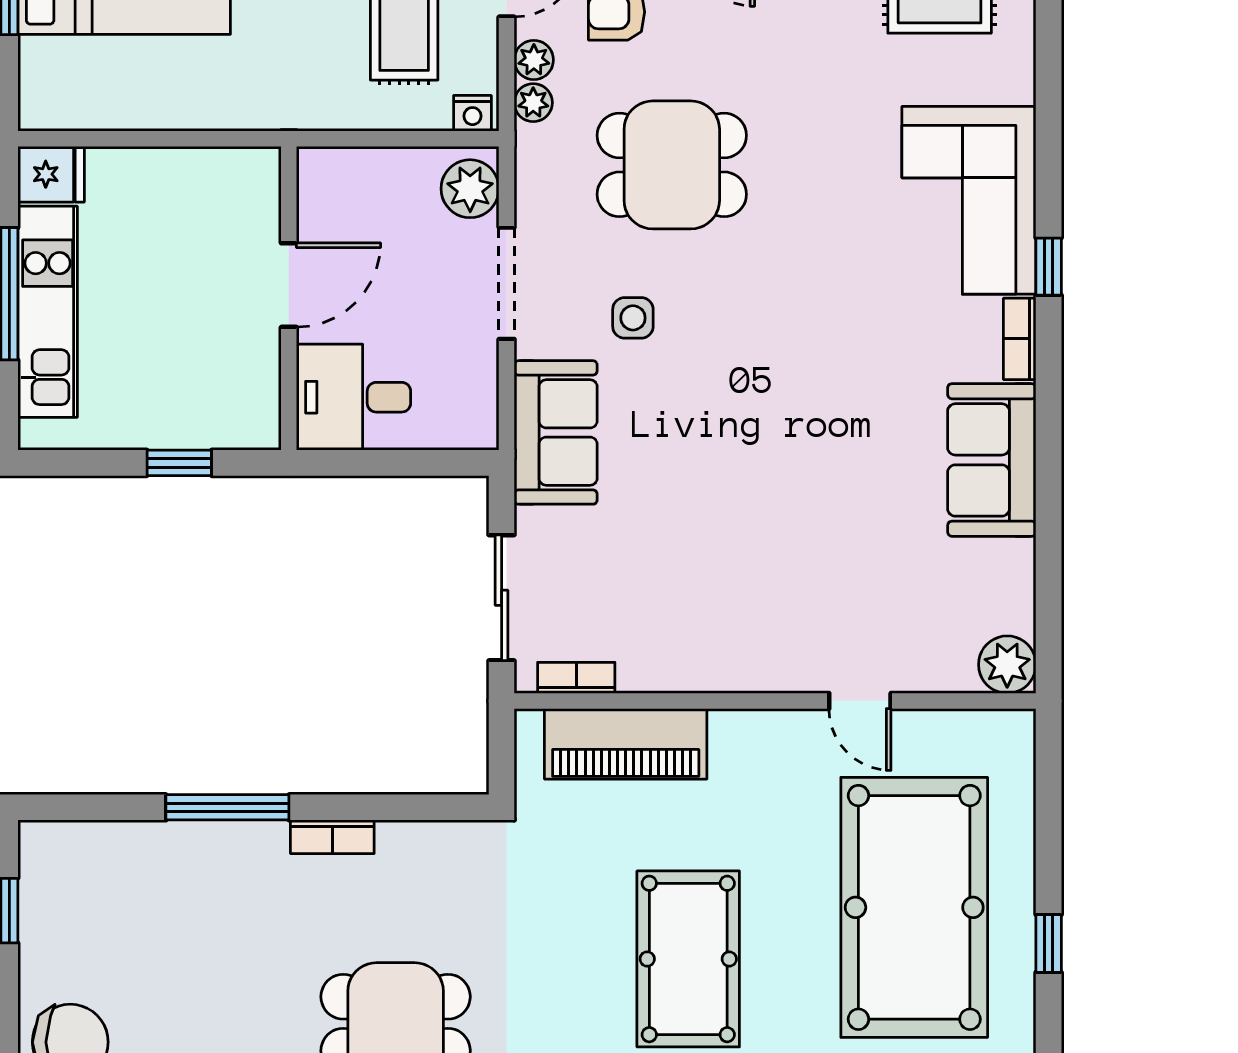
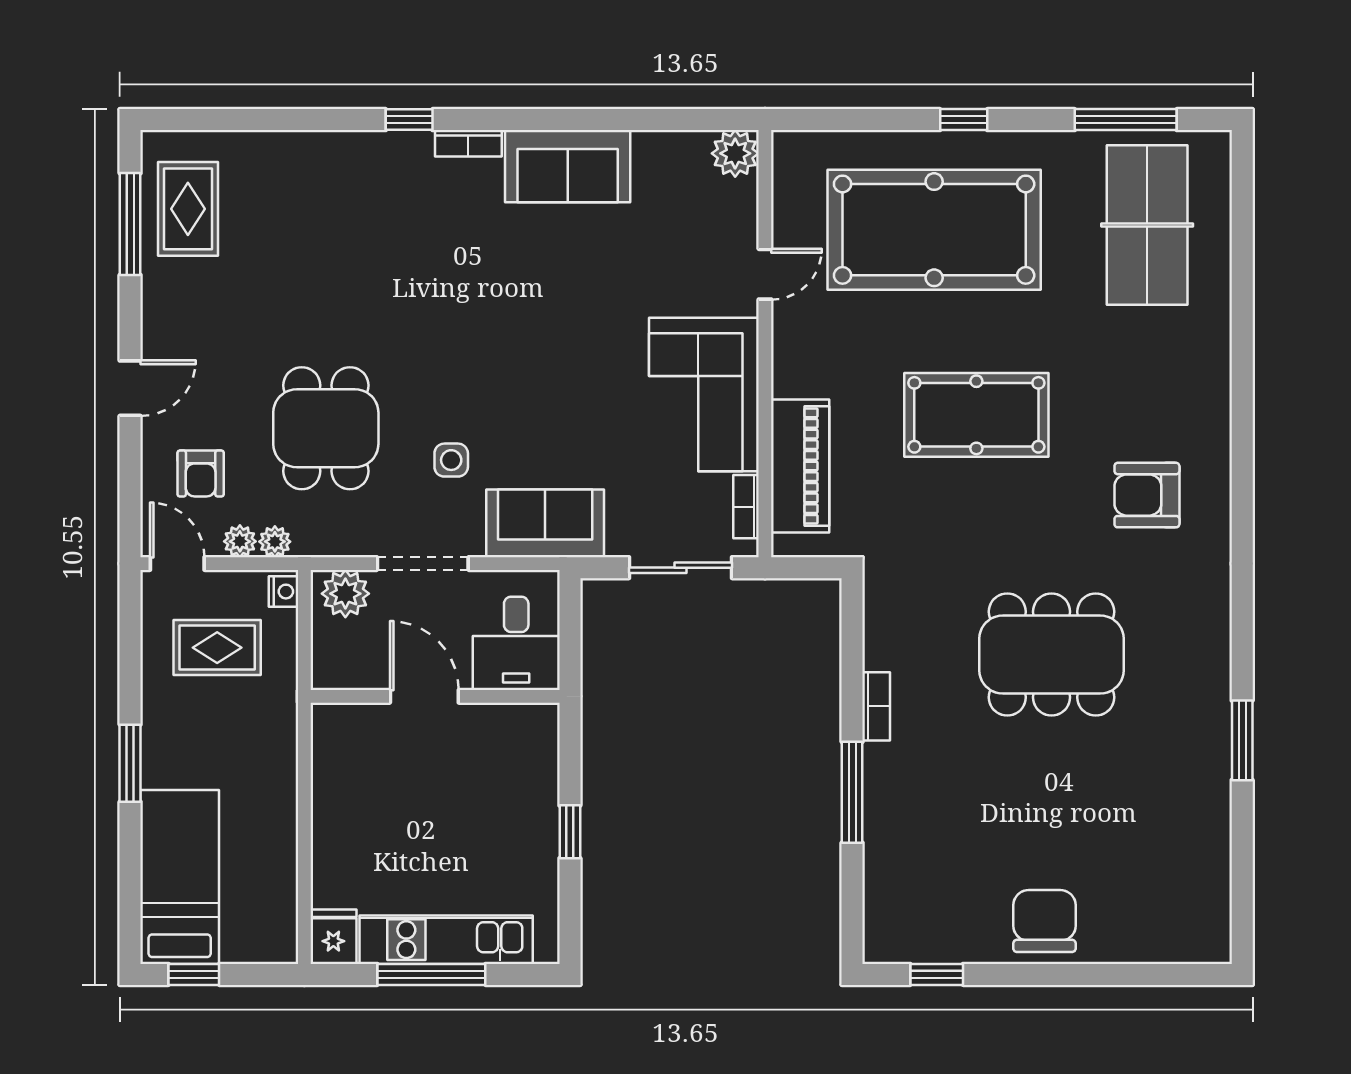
corner sofa: (969, 200) -> (704, 395), moved, turned 90
door: (289, 285) -> (424, 696), moved
wall: (289, 298) -> (435, 696), moved
desk: (354, 397) -> (516, 643), moved

